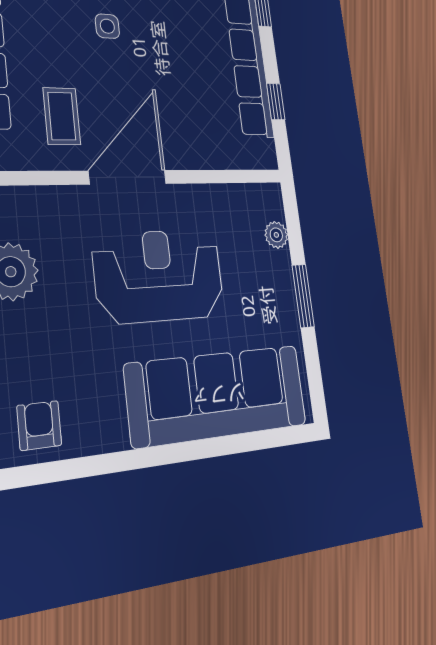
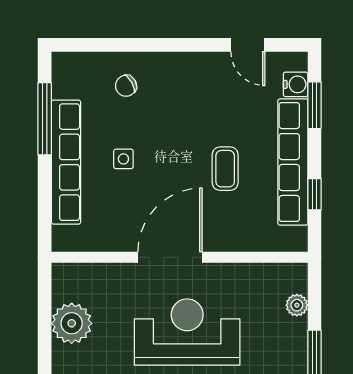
side table: (107, 26) -> (123, 159), moved
coffee table: (62, 116) -> (225, 169), moved

